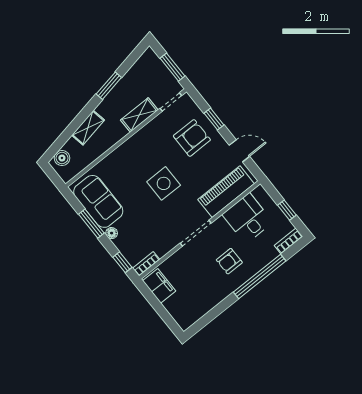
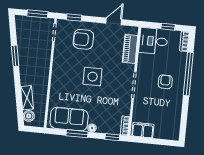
shelving: (139, 115) -> (45, 55), removed
window: (214, 119) -> (74, 17), moved
shelving: (88, 128) -> (27, 98), moved
armchair: (192, 138) -> (83, 39), turned -90
piano: (226, 192) -> (130, 49), width x0.73, depth x0.75
desk: (247, 218) -> (153, 41), moved
armchair: (229, 261) -> (165, 82), turned 180

